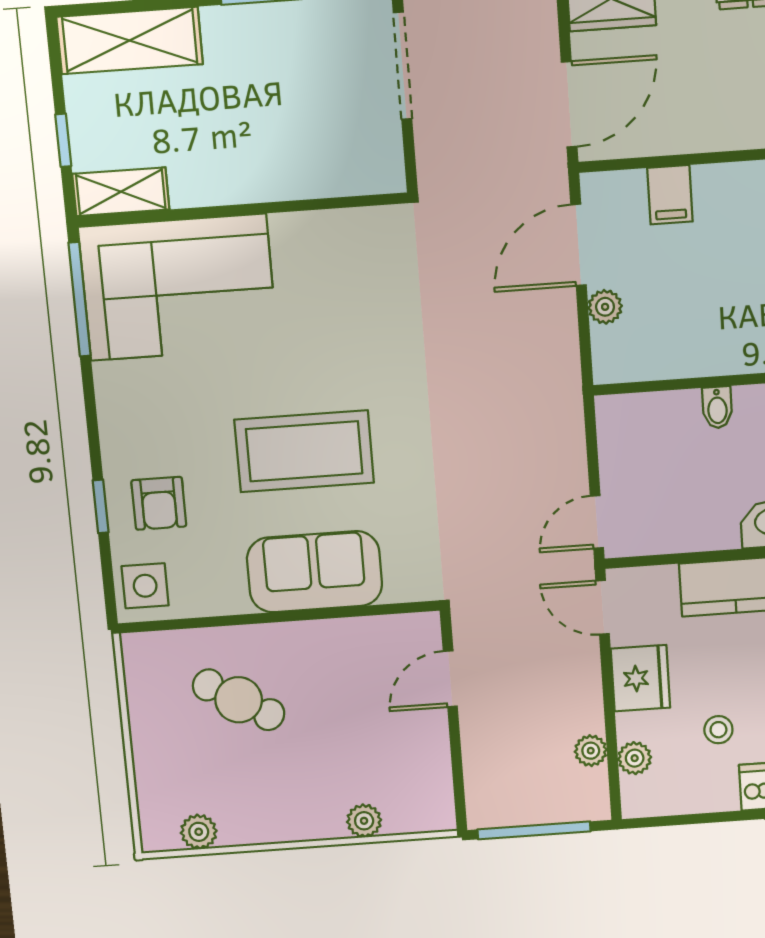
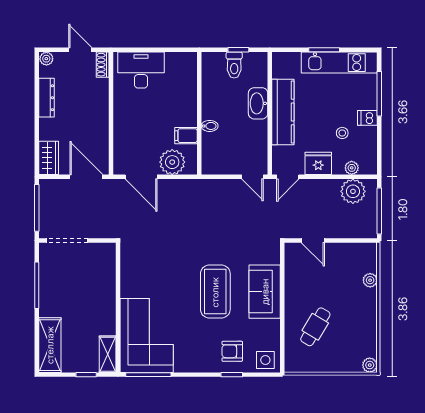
filing cabinet: (670, 195) -> (186, 136), moved, turned 180
plant: (605, 307) -> (172, 162), width x1.88, depth x1.88
armchair: (159, 503) -> (232, 351), turned 180
plant: (591, 751) -> (353, 191), width x1.88, depth x1.88
plant: (199, 832) -> (370, 365), moved

